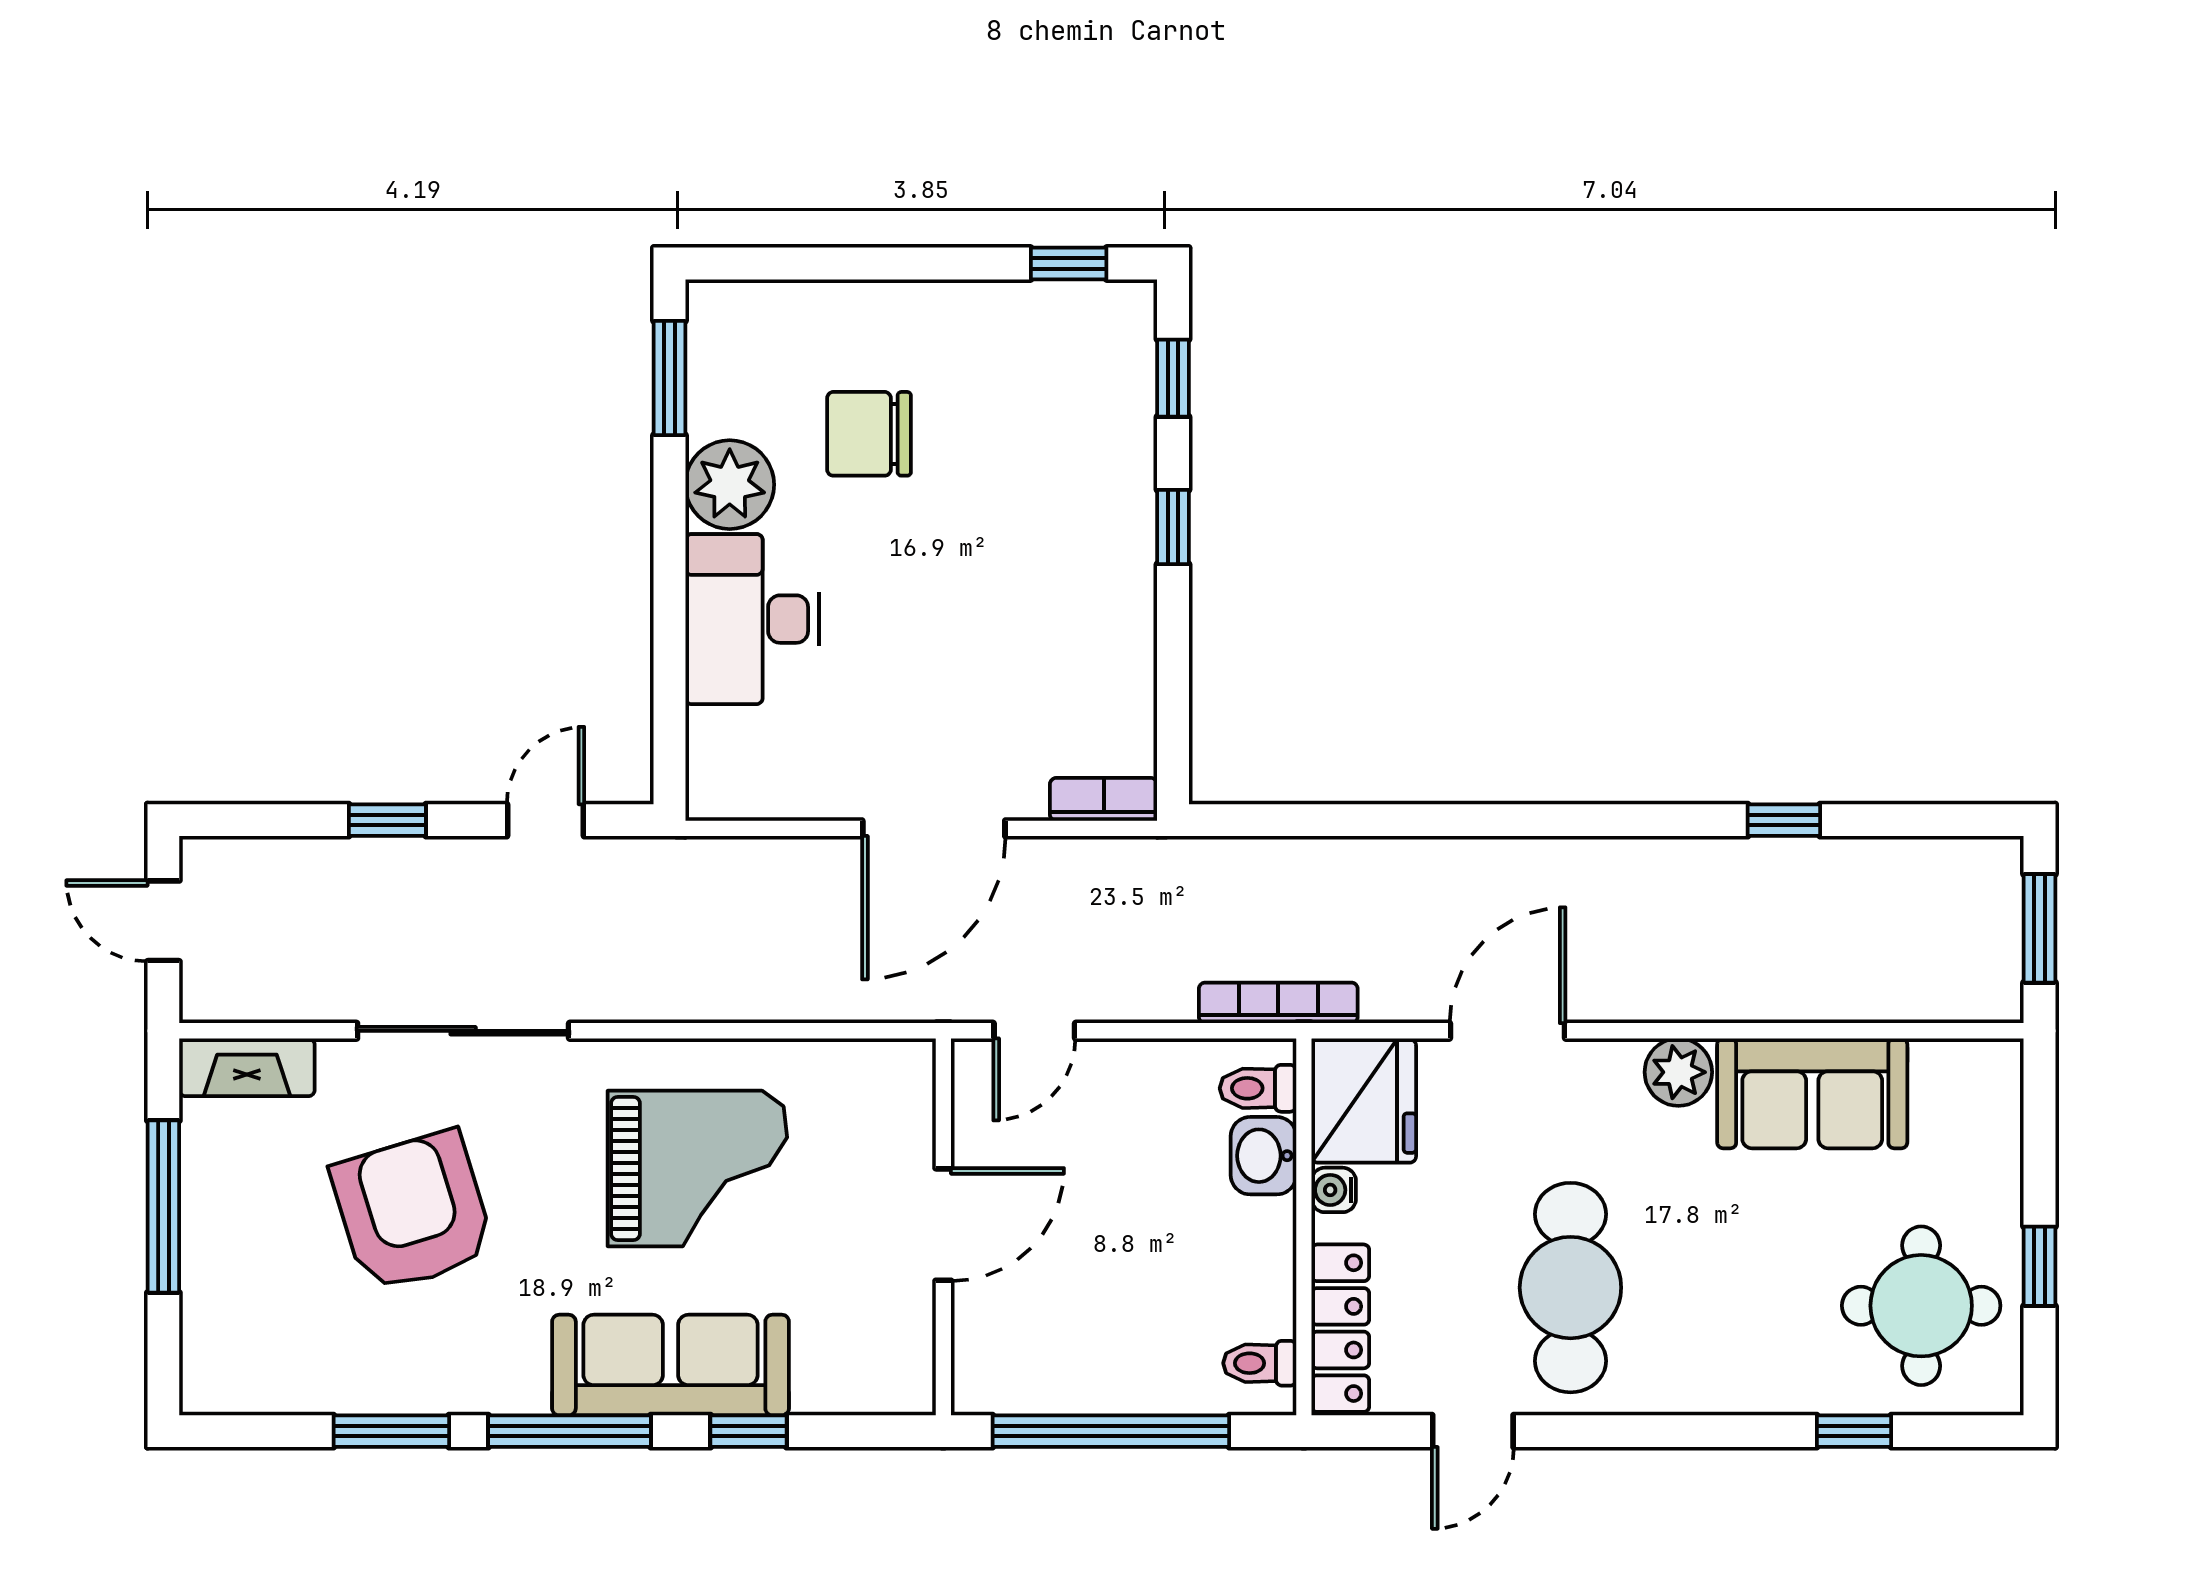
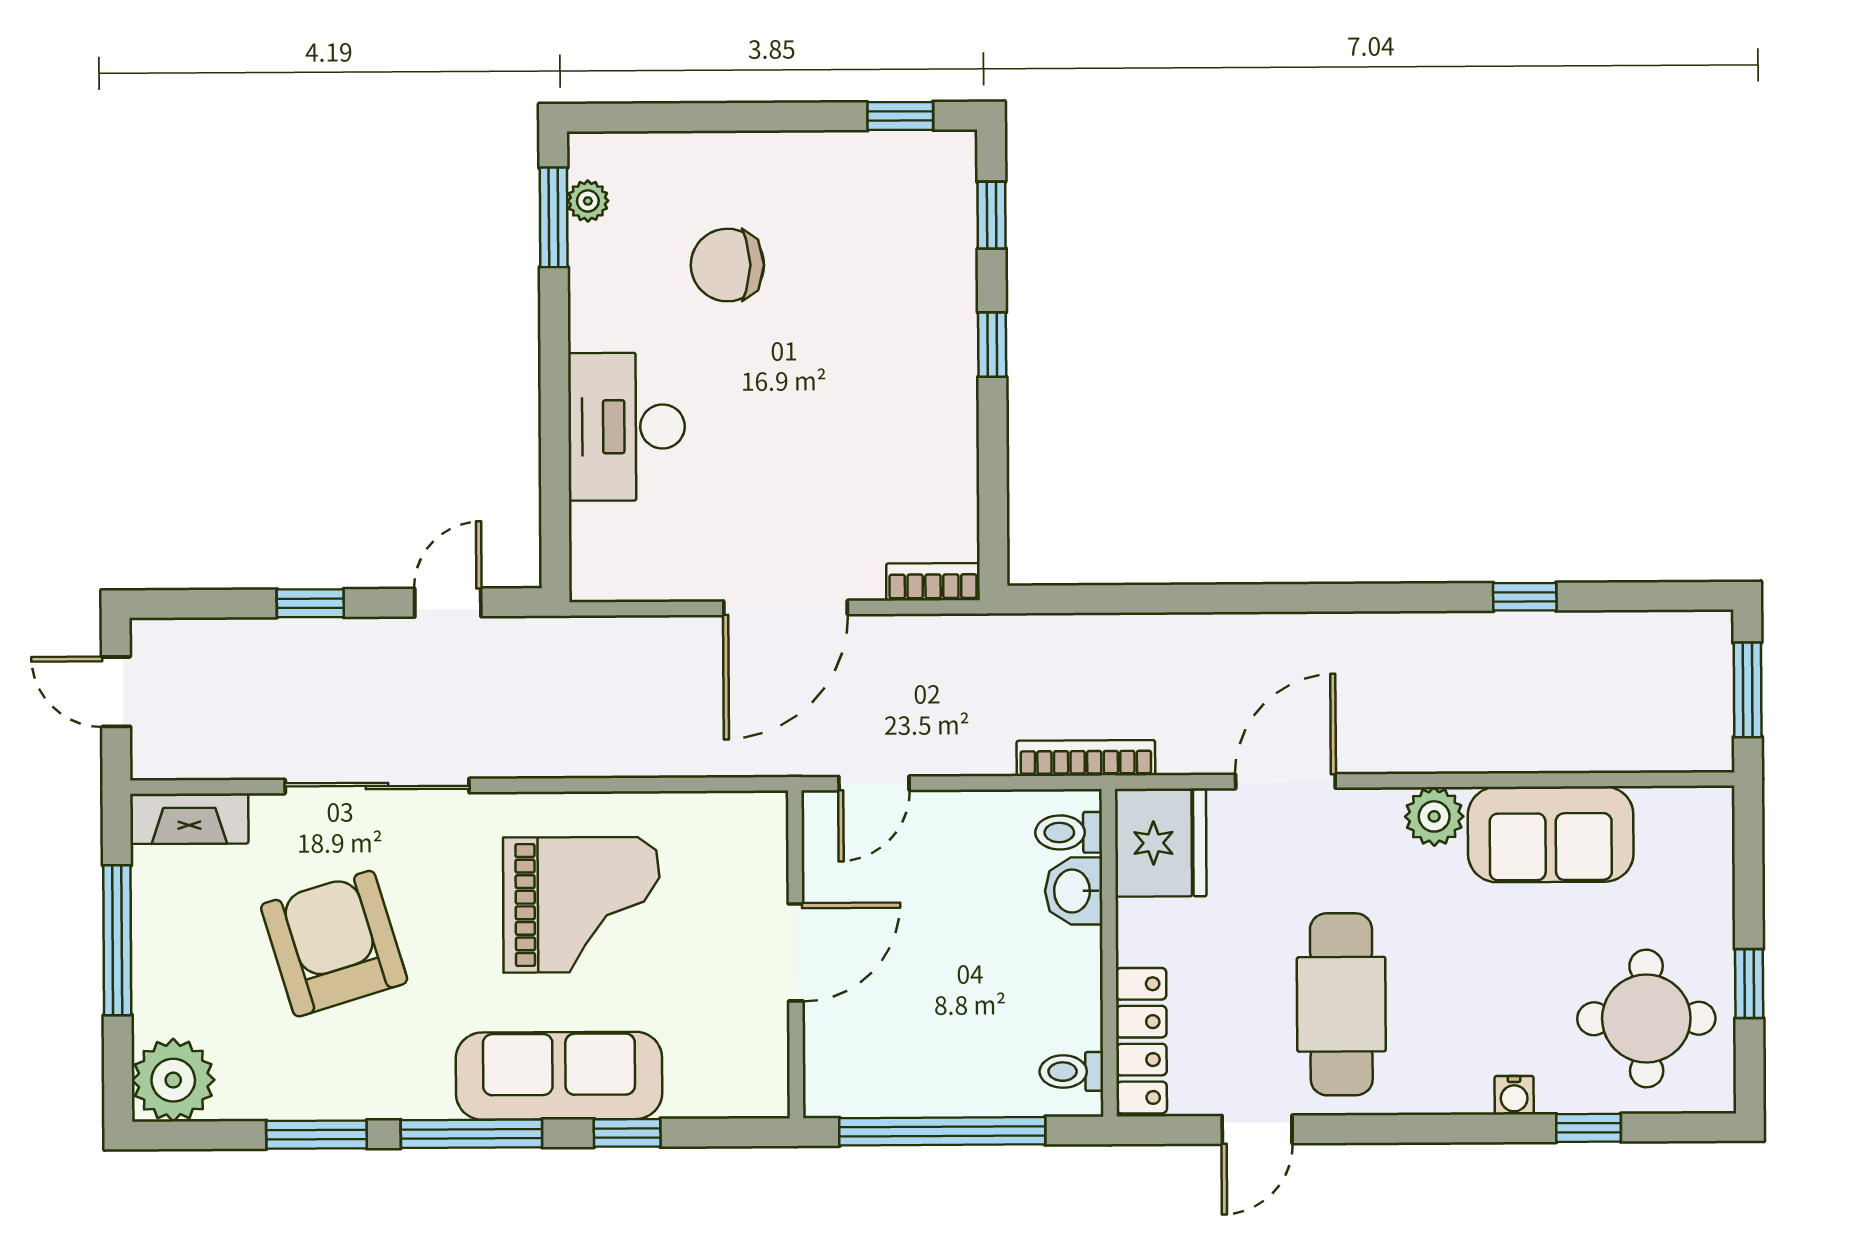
plant: (730, 485) -> (588, 201), moved, width x0.53, depth x0.53
water cooler: (1334, 1190) -> (1514, 1095), moved, turned -90
plant: (227, 1368) -> (173, 1080), added

